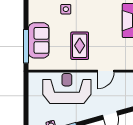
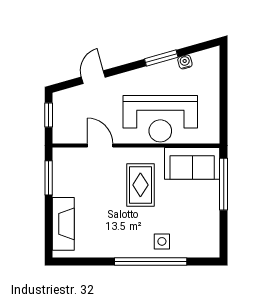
sofa: (39, 40) -> (192, 163), moved, turned -90
door: (106, 71) -> (100, 146), hinge flipped

